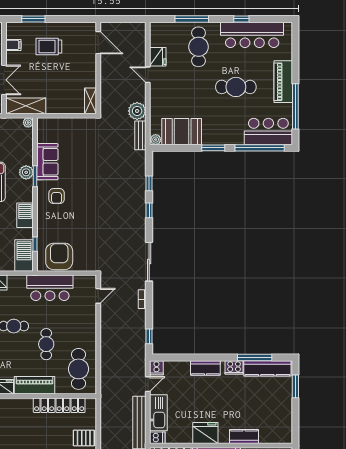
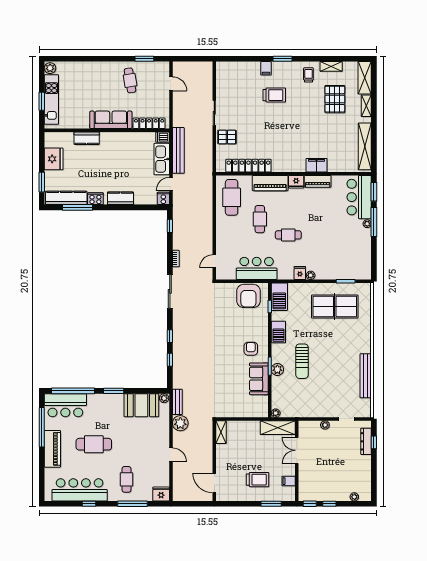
cafe table: (199, 47) -> (127, 479), width x0.73, depth x0.74
fridge: (158, 57) -> (161, 494), moved, turned 90
fridge: (205, 433) -> (54, 159), moved, turned -90

